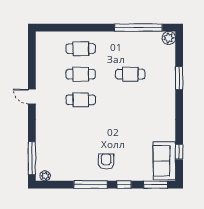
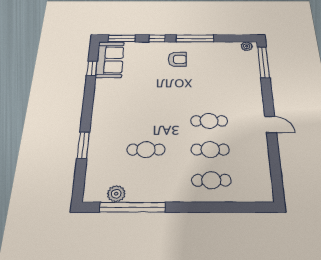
plant: (169, 38) -> (116, 194), moved
armchair: (106, 161) -> (177, 59), turned -90

